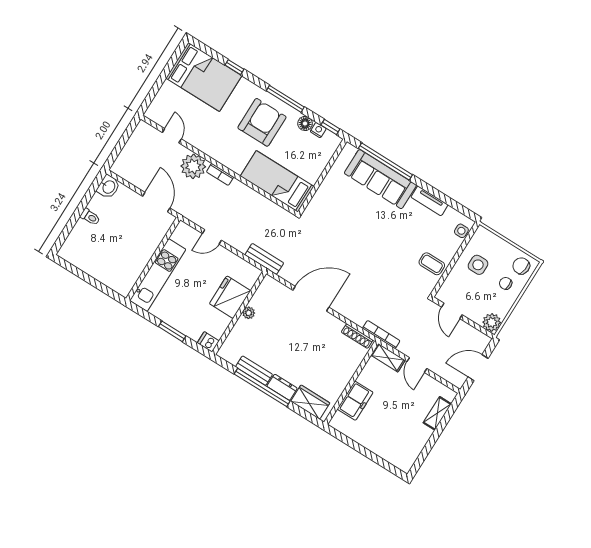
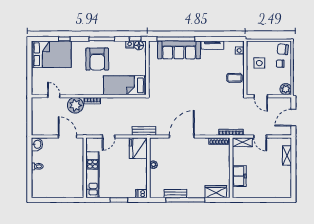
armchair: (262, 122) -> (97, 59), turned 180
floor lamp: (305, 123) -> (139, 45), moved
fridge: (230, 297) -> (138, 148), moved
dresser: (282, 387) -> (196, 193), removed

